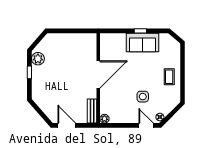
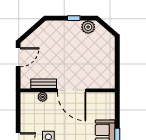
bench: (92, 111) -> (44, 84), moved
plant: (104, 119) -> (43, 97), moved

